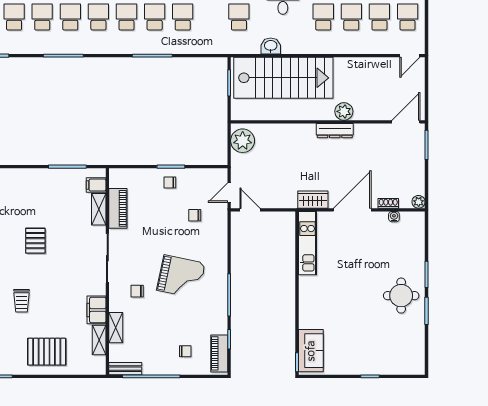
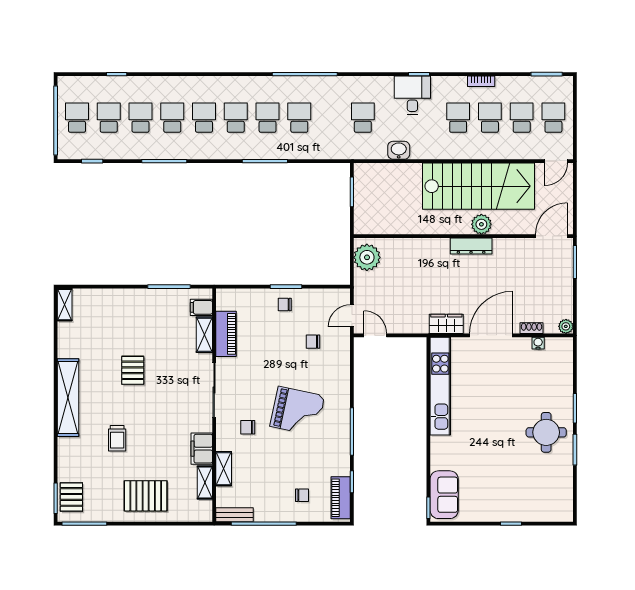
stairs: (283, 78) -> (479, 186), moved
kitchen unit: (308, 243) -> (440, 386), width x1.36

